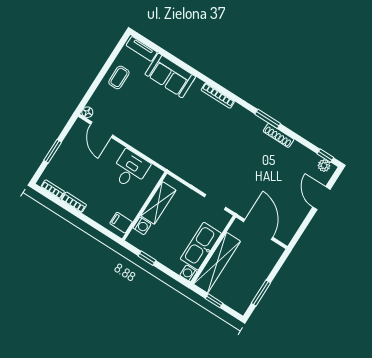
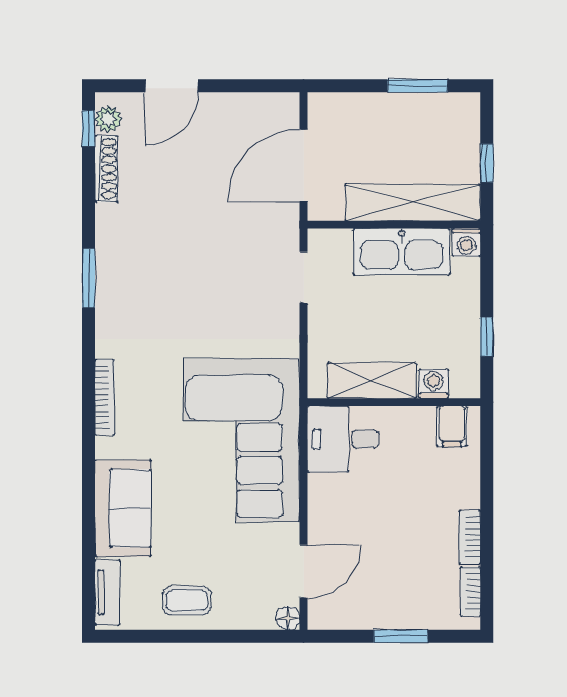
shoe rack: (278, 135) -> (106, 169), moved
corner sofa: (167, 138) -> (242, 440), added
desk: (130, 169) -> (343, 439), moved

